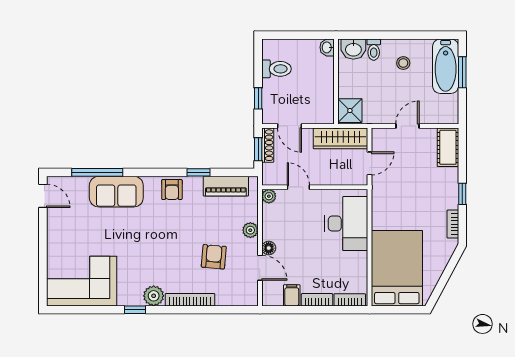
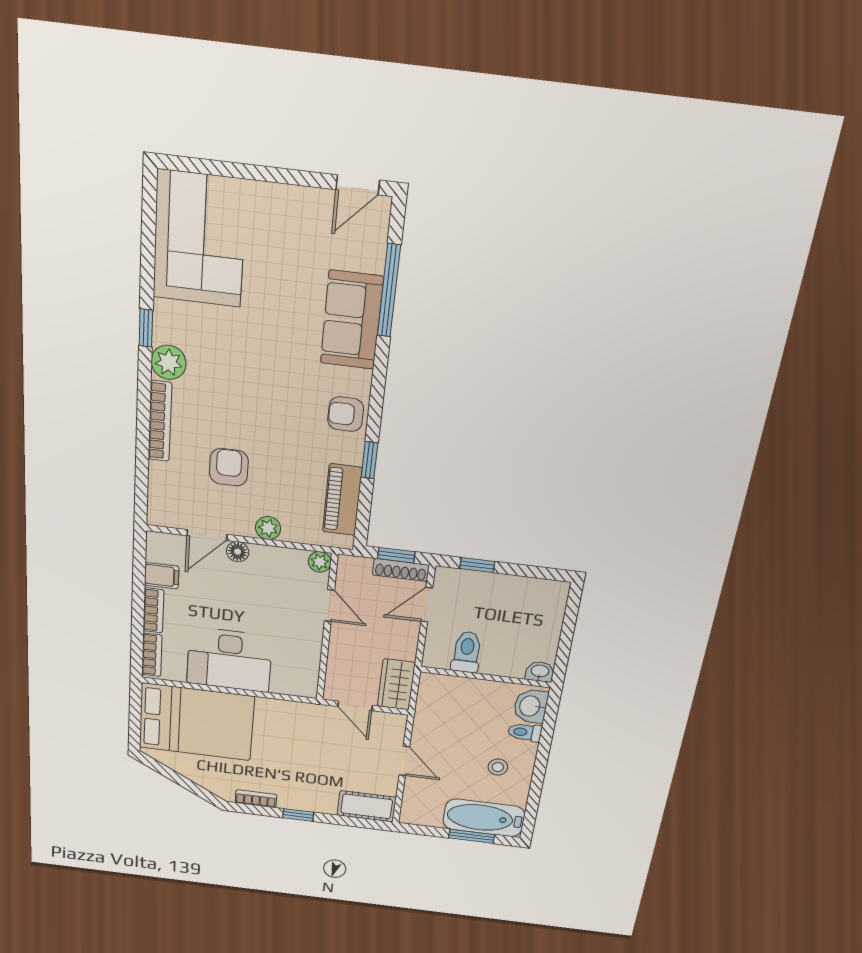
toilet: (276, 69) -> (467, 652), moved, turned 180
shower: (350, 111) -> (438, 690), removed
wardrobe: (340, 138) -> (396, 684), width x0.67
door: (298, 187) -> (329, 606), hinge flipped
desk: (346, 224) -> (229, 660), moved
armchair: (214, 257) -> (229, 467), turned -95

